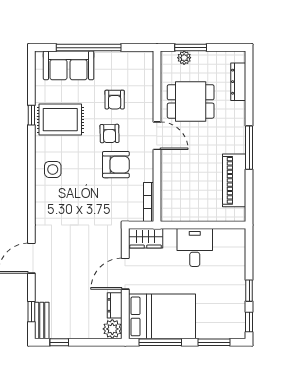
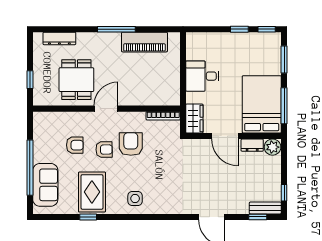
window: (191, 48) -> (30, 80), width x0.67
plant: (184, 58) -> (39, 85), removed

